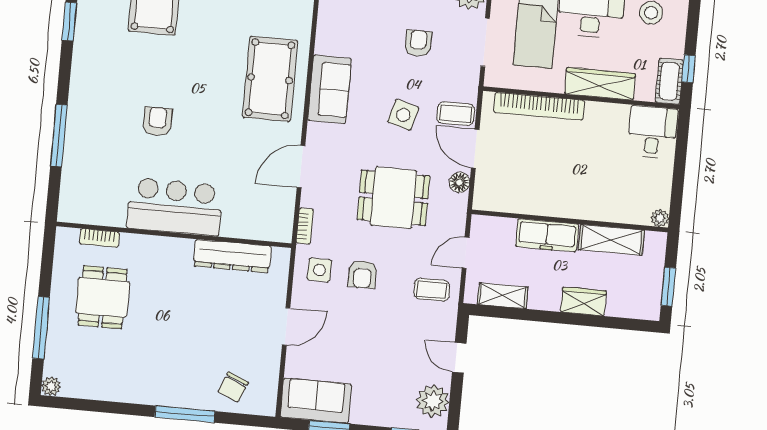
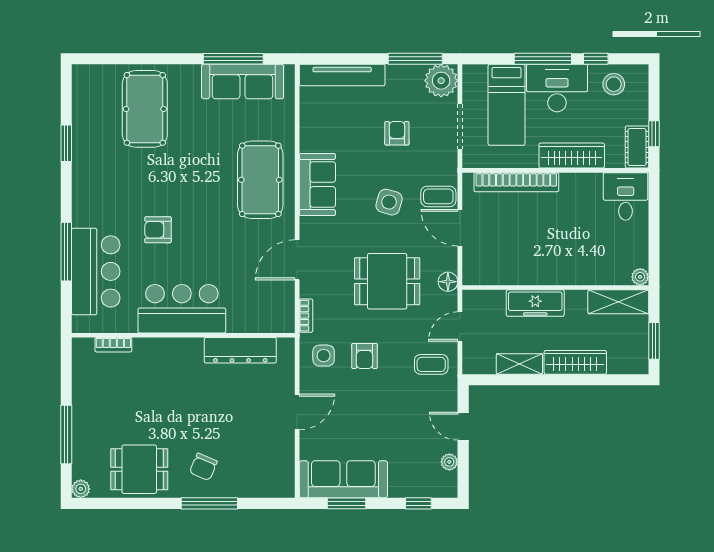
armchair: (158, 121) -> (158, 230), turned -90
bar counter: (88, 159) -> (96, 271), added
floor lamp: (459, 182) -> (448, 282), moved
shelving: (611, 240) -> (618, 302), moved
shelving: (503, 296) -> (519, 364), moved
dining table: (103, 297) -> (139, 469), moved, turned 90
wardrobe: (583, 301) -> (575, 362), width x1.50
chair: (233, 387) -> (203, 467), moved
sofa: (316, 401) -> (343, 479), width x1.36
plant: (433, 401) -> (449, 462), width x0.53, depth x0.53

